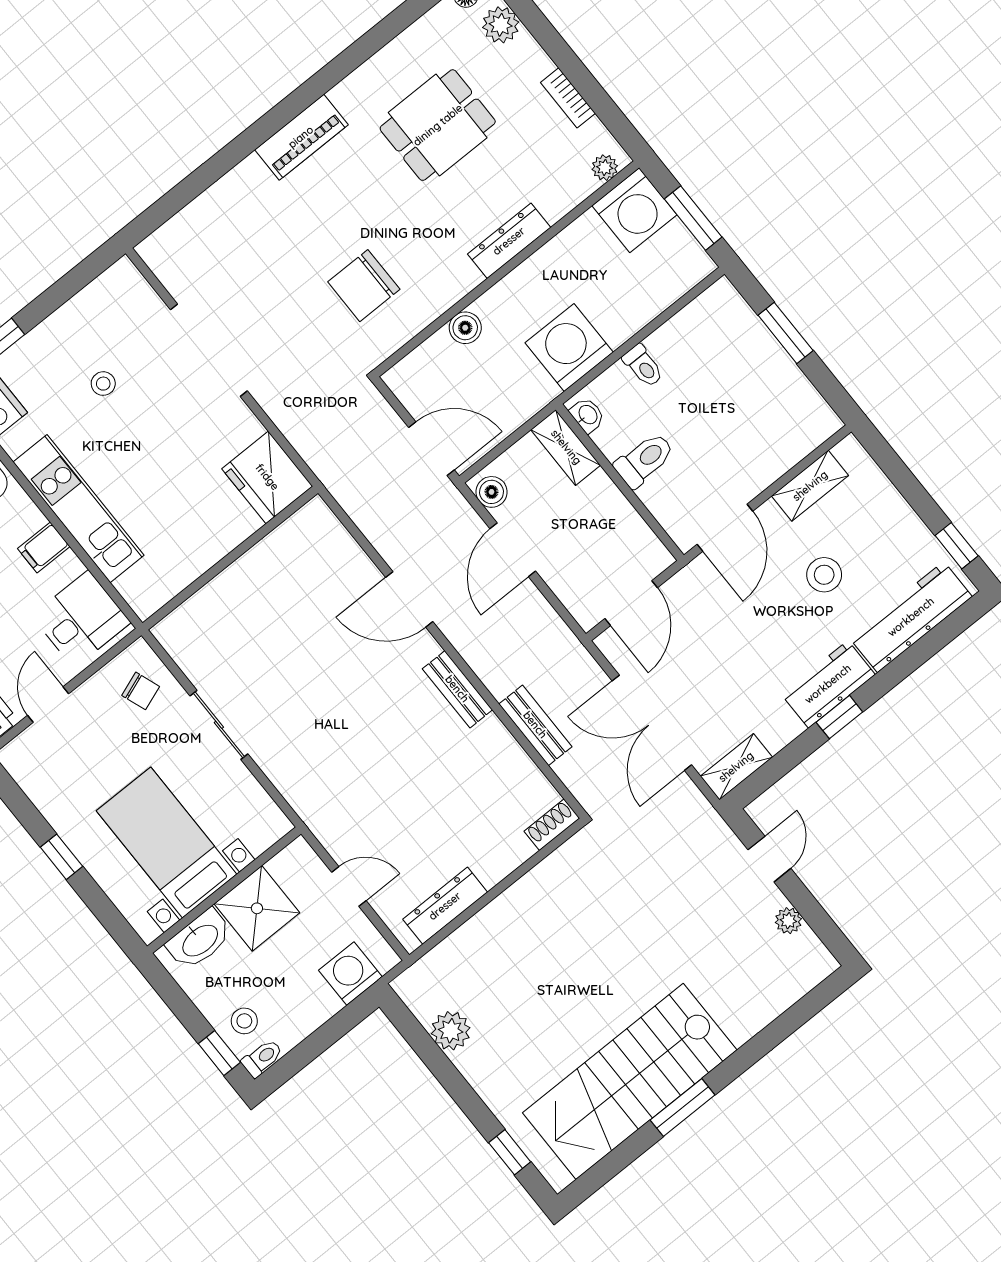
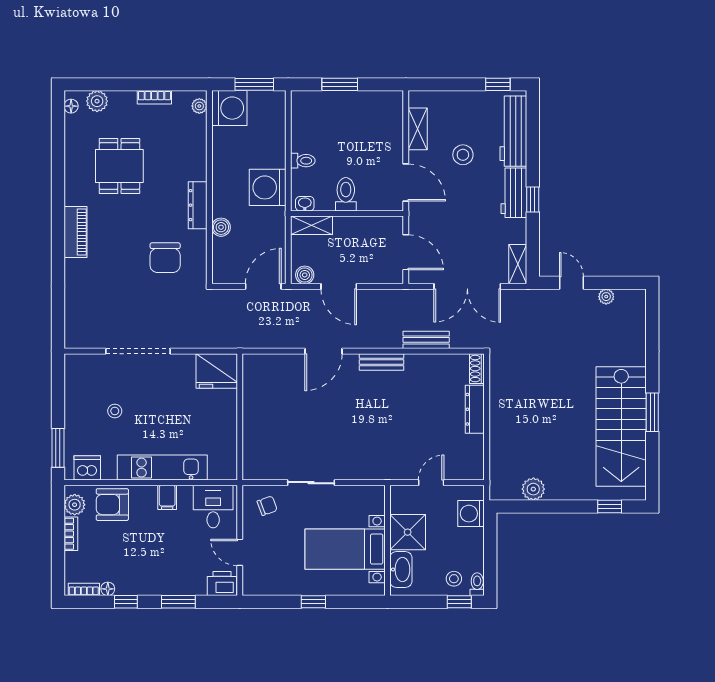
dresser: (509, 241) -> (198, 205), moved
dresser: (445, 906) -> (475, 409), moved

